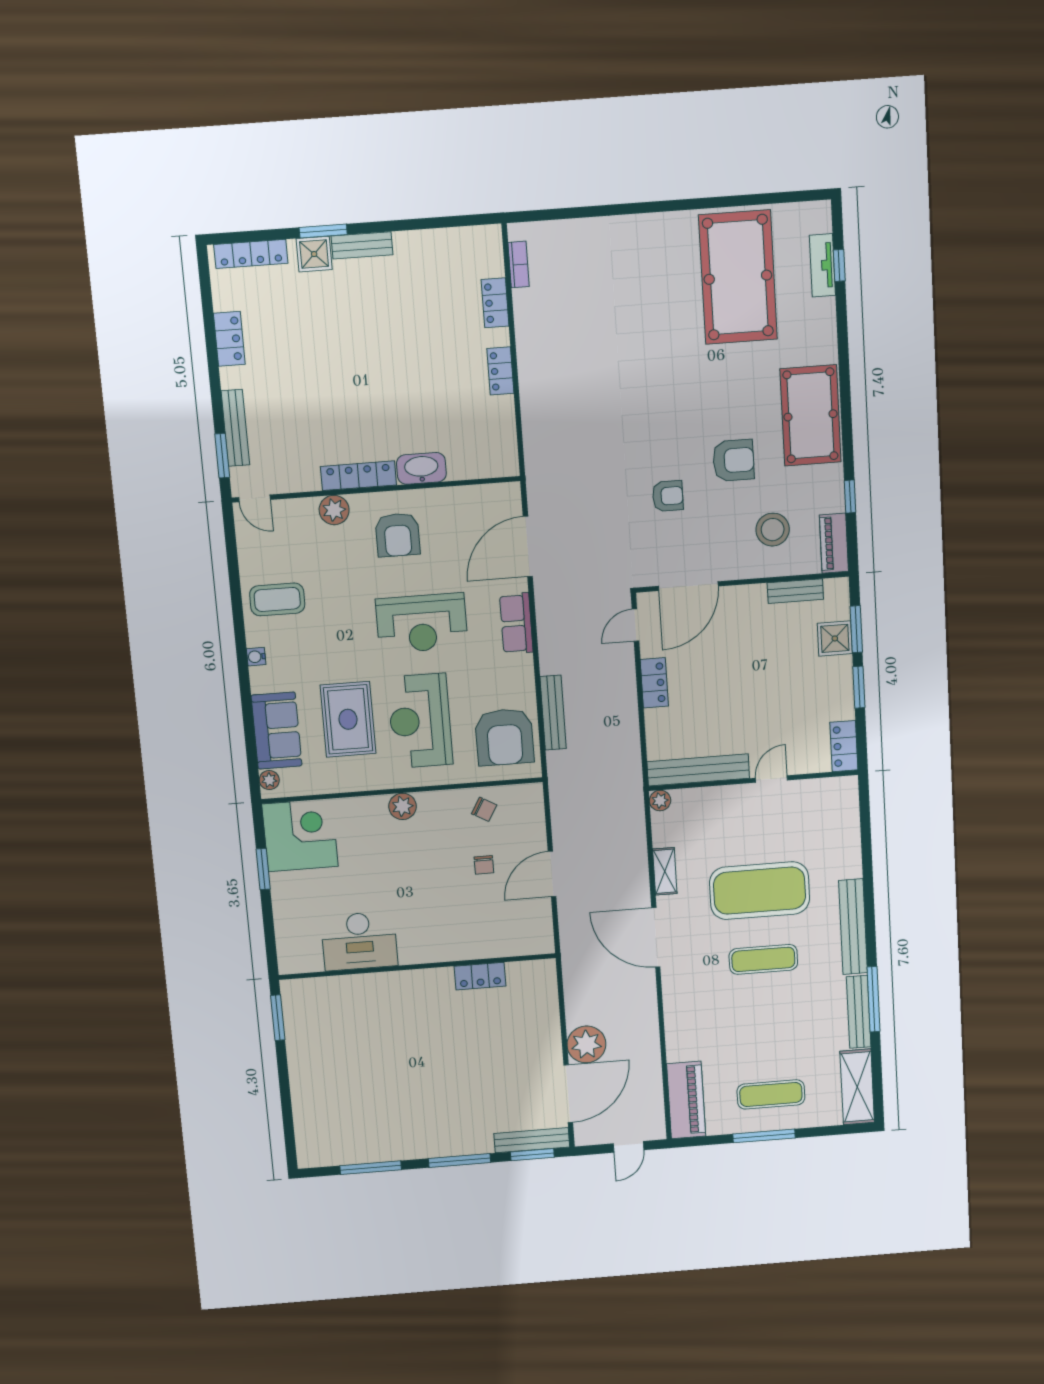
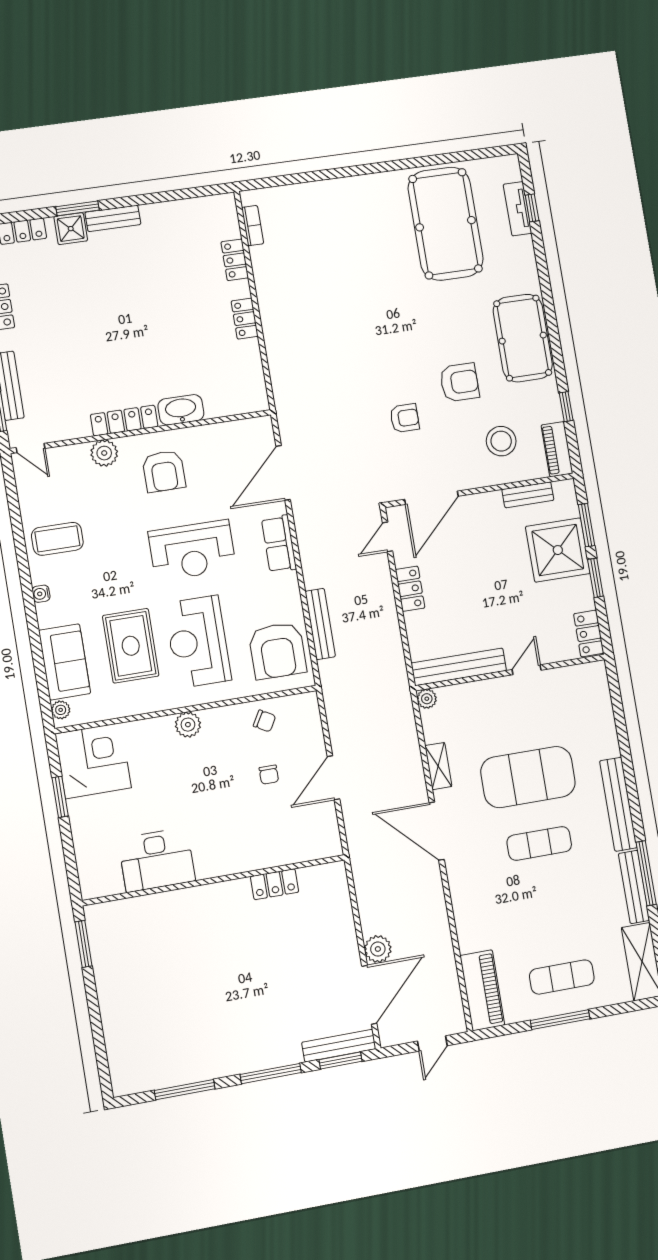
shower: (835, 638) -> (558, 550), width x1.86, depth x1.86
plant: (586, 1044) -> (378, 949), width x0.73, depth x0.73

